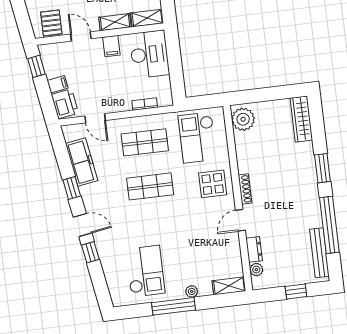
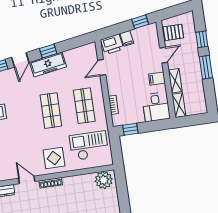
desk: (149, 54) -> (156, 107), width x0.73
window: (177, 83) -> (130, 129), added
freezer: (82, 162) -> (48, 64), moved

